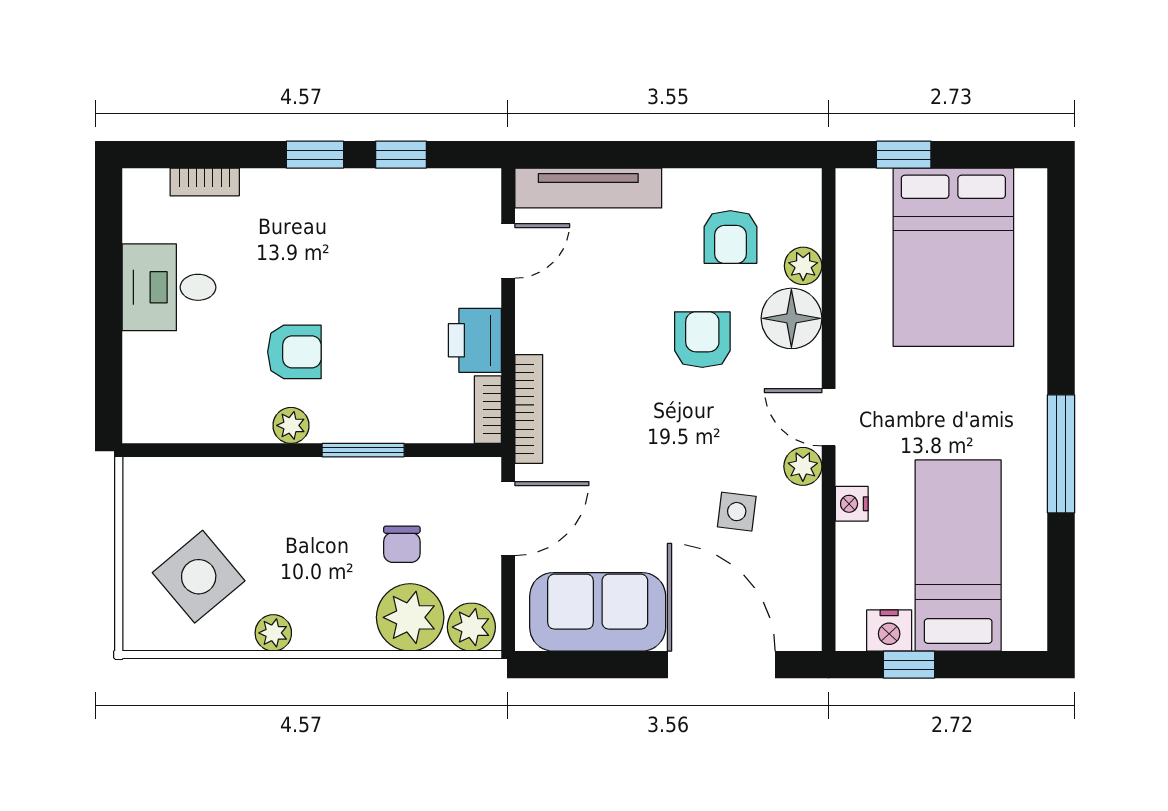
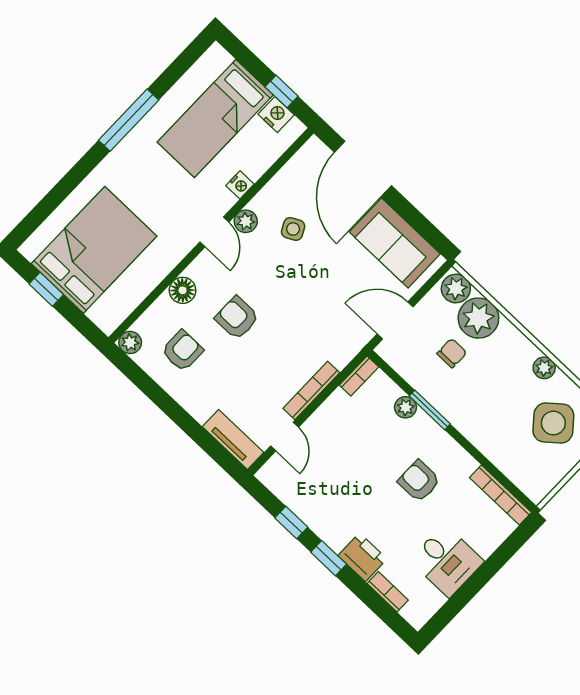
window: (904, 155) -> (46, 289), moved
tv unit: (588, 188) -> (233, 439), width x0.71
door: (508, 251) -> (285, 437), swing flipped
plant: (803, 266) -> (130, 342), moved
floor lamp: (791, 318) -> (183, 290), width x0.73, depth x0.73
printer: (475, 340) -> (362, 557), moved, turned -90
armchair: (702, 340) -> (237, 318), turned 90
bookcase: (529, 409) -> (311, 391), moved
plant: (291, 425) -> (406, 407), moved
bookcase: (180, 429) -> (500, 495), added
side table: (737, 512) -> (293, 229), turned -34

